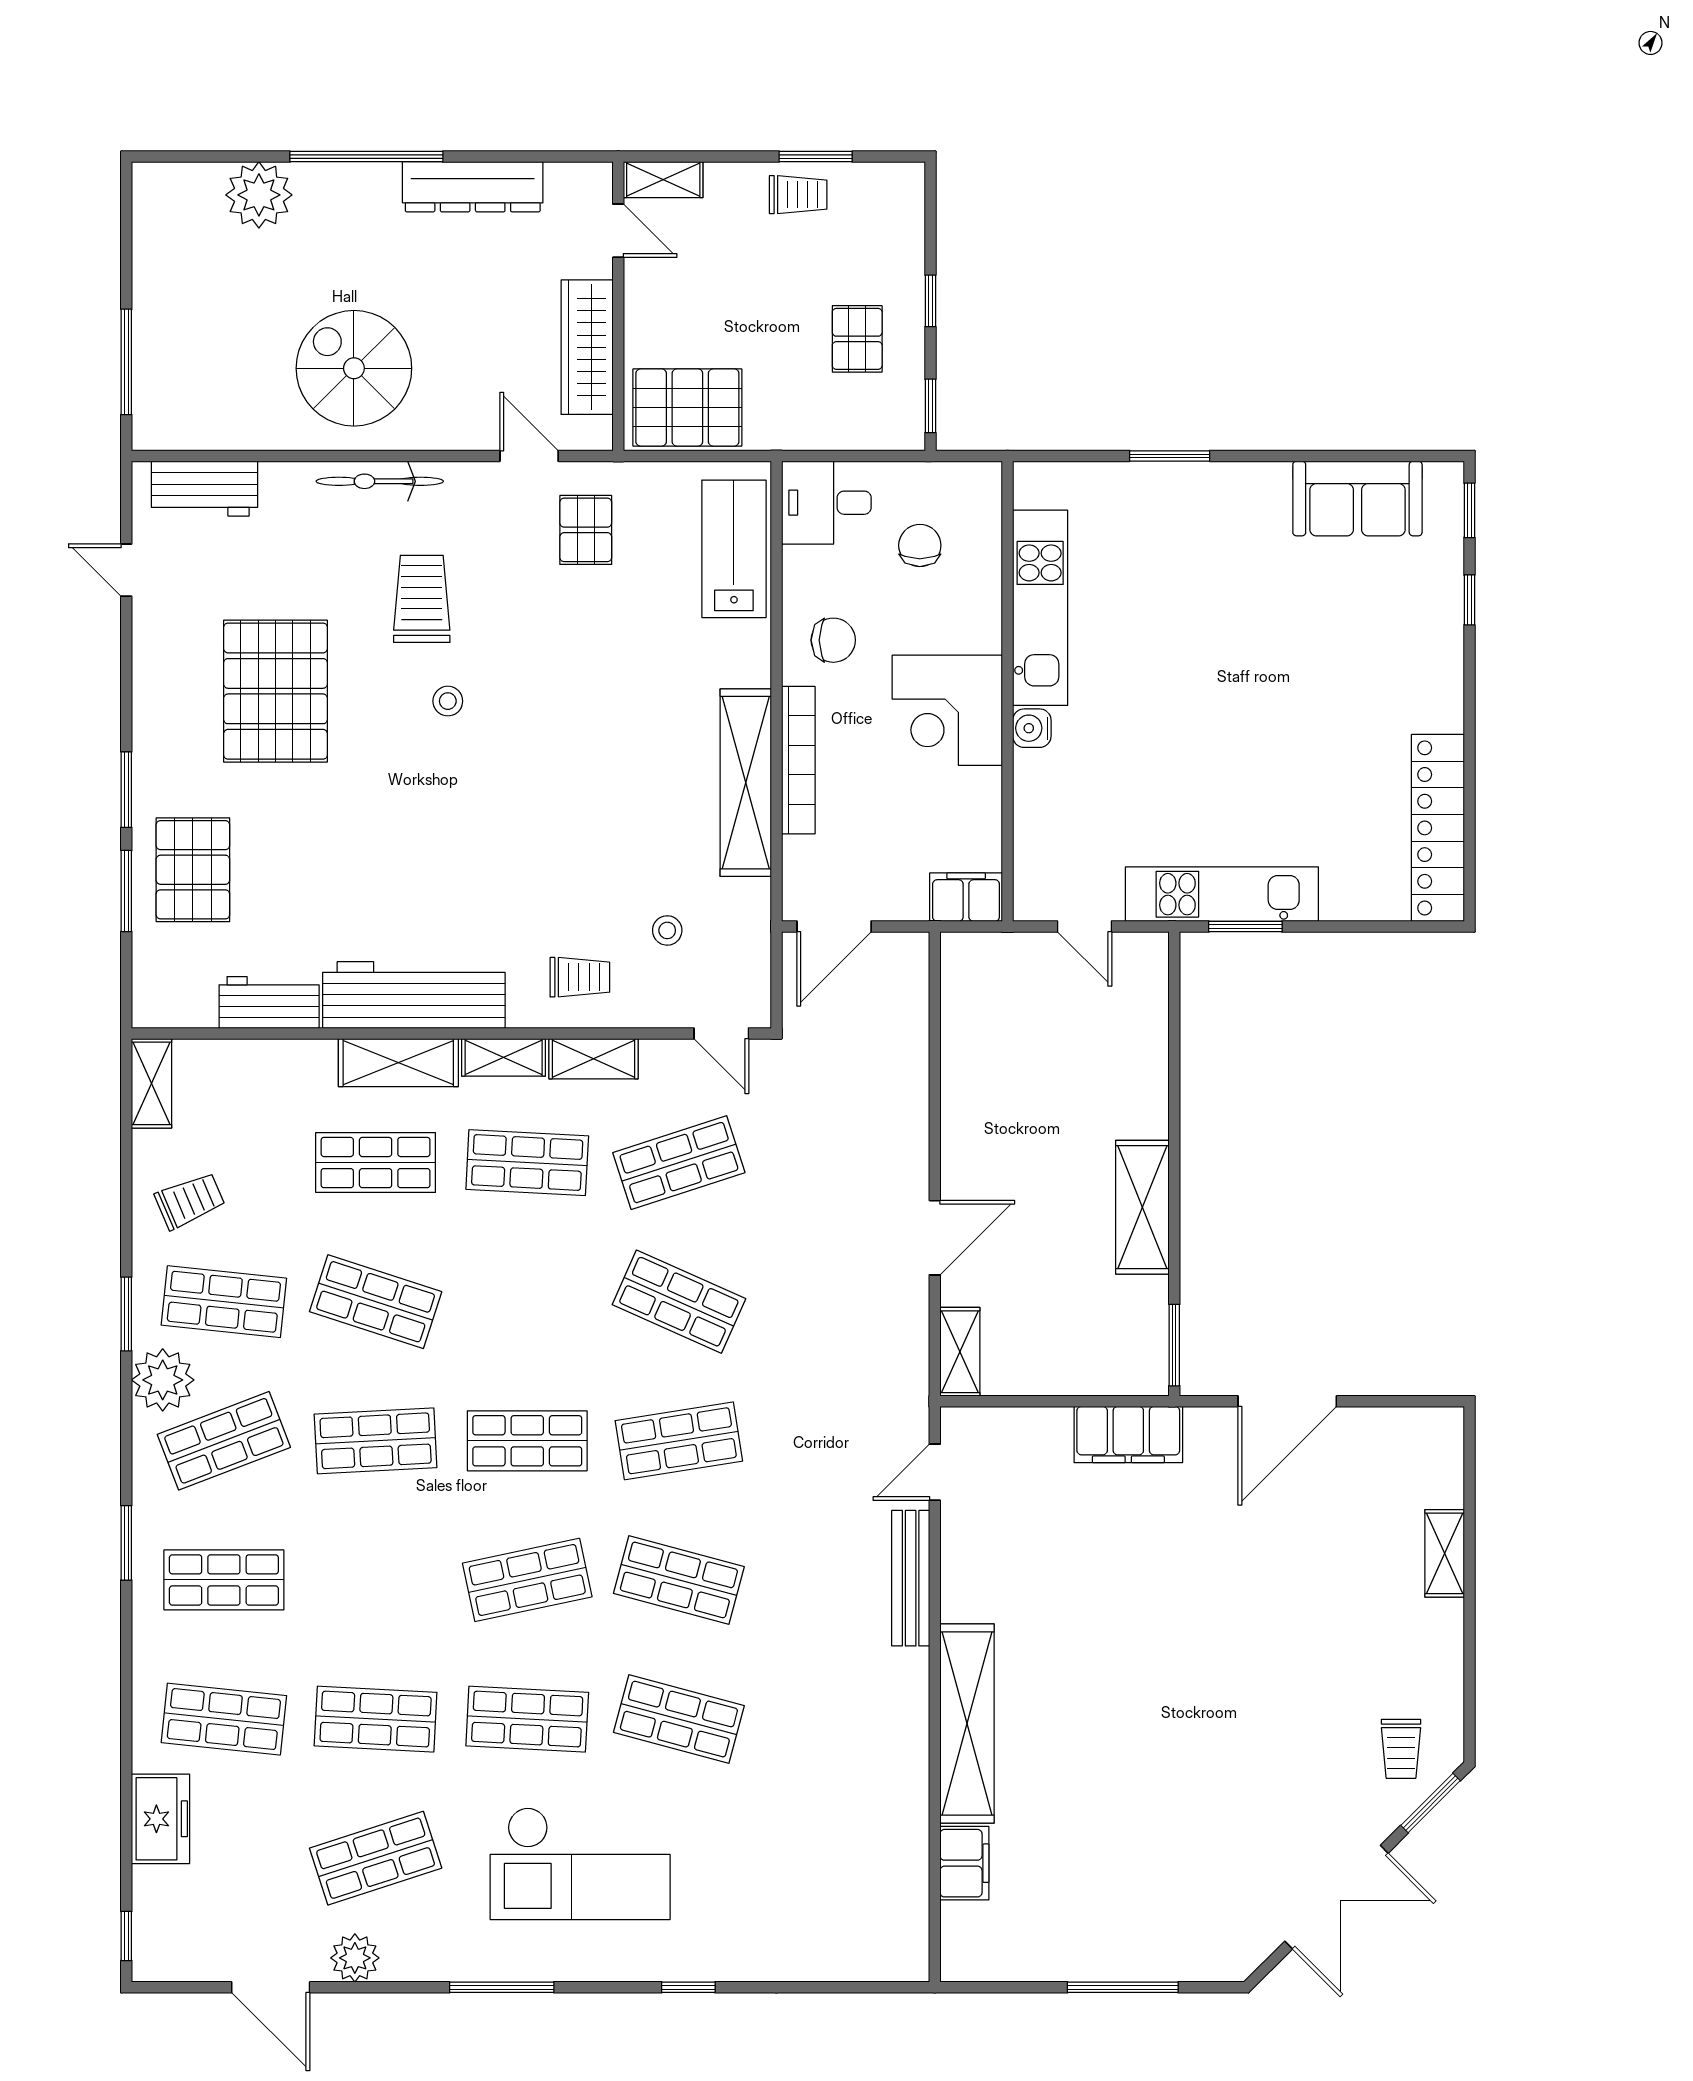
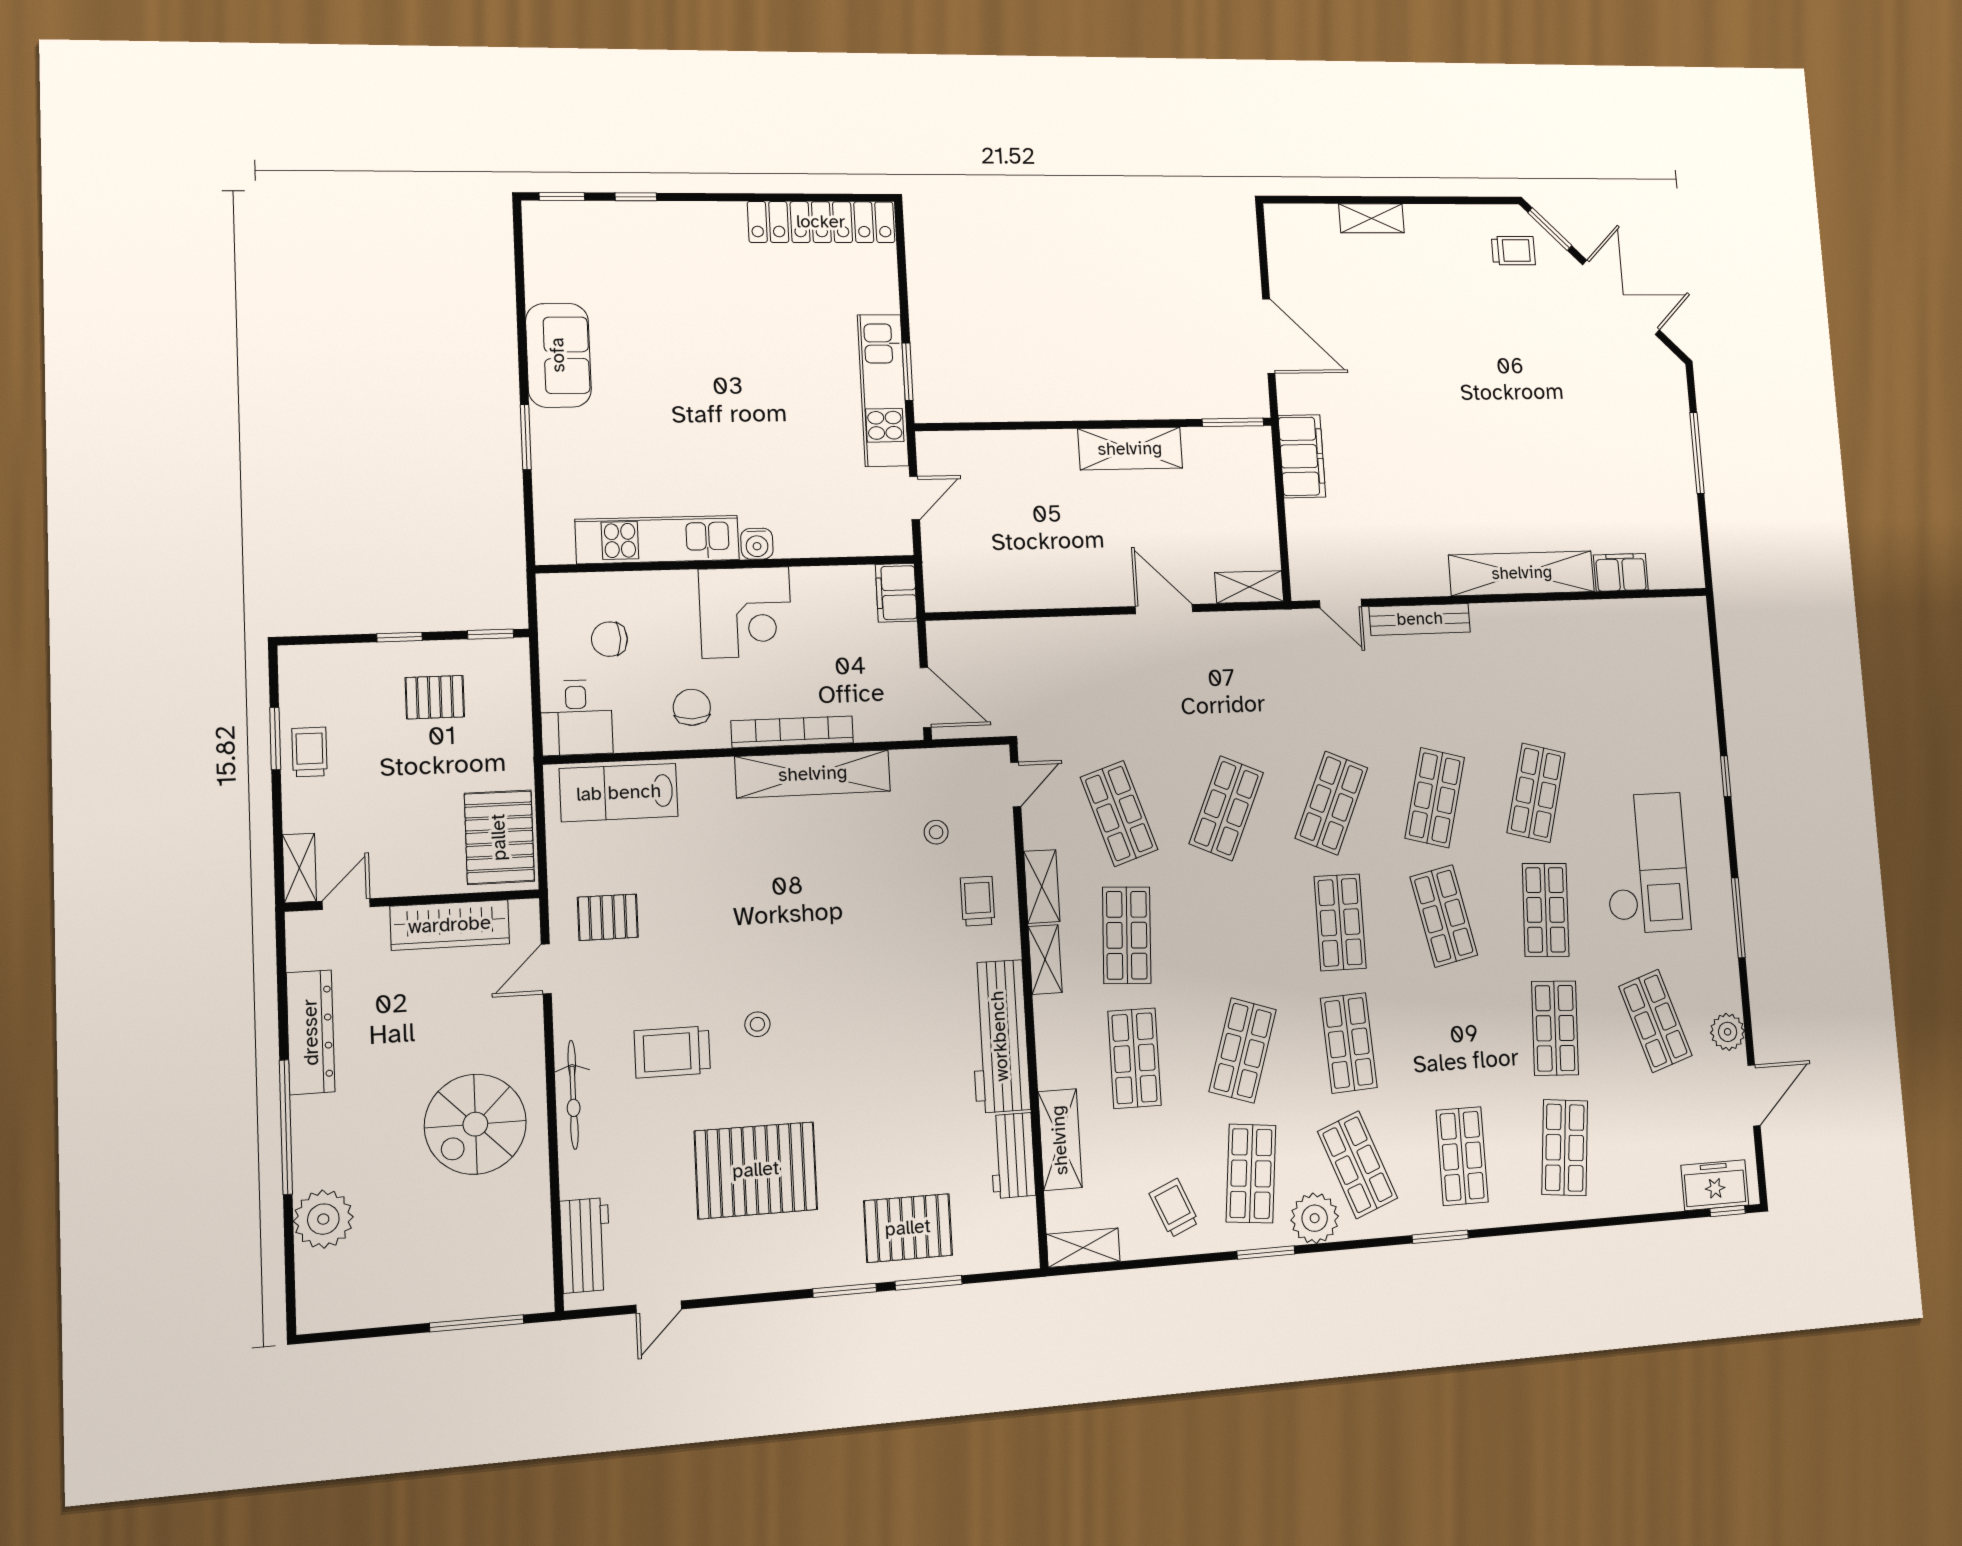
sofa: (1357, 499) -> (558, 355), moved
shelving: (398, 1063) -> (1060, 1140), moved
shop shelf: (679, 1441) -> (1331, 803), turned 33
freezer: (161, 1819) -> (1715, 1185), moved

